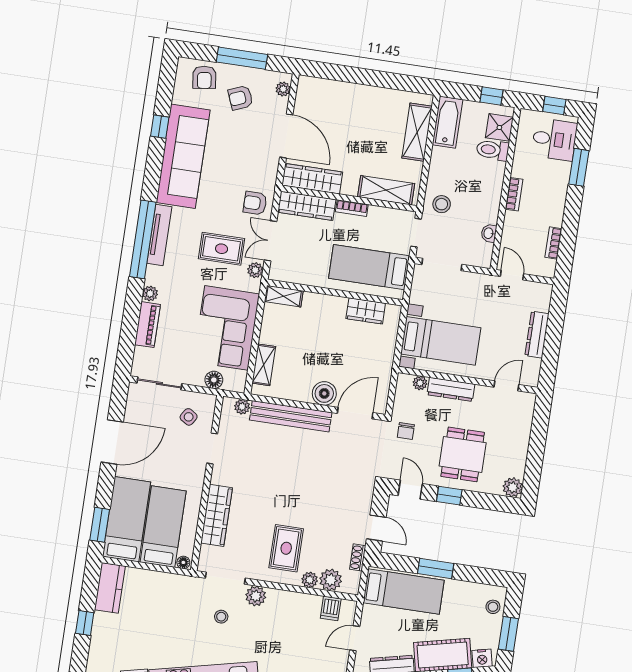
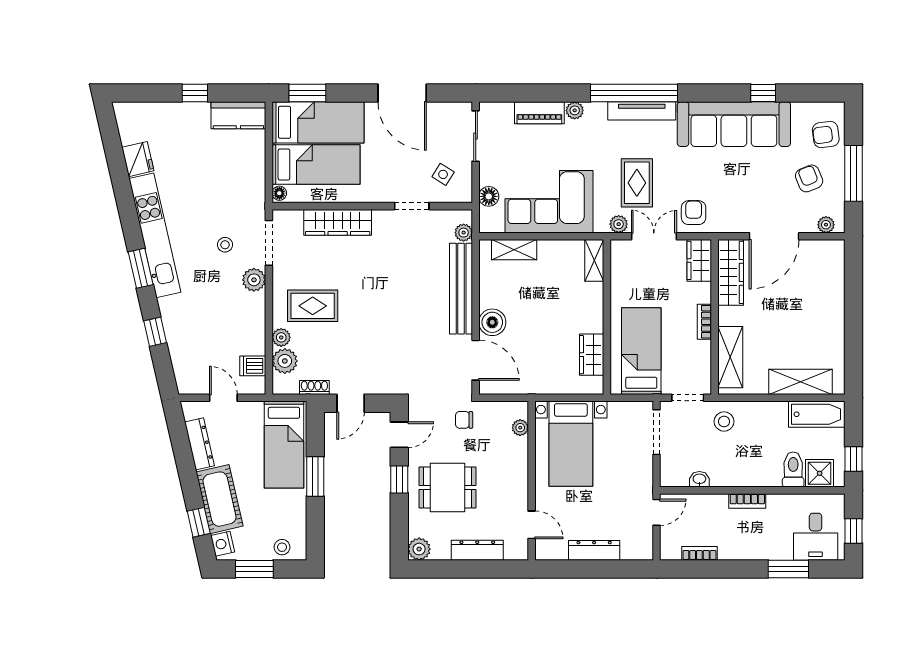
wardrobe: (307, 206) -> (699, 260), width x0.67
dresser: (451, 389) -> (477, 550), moved, turned 90

